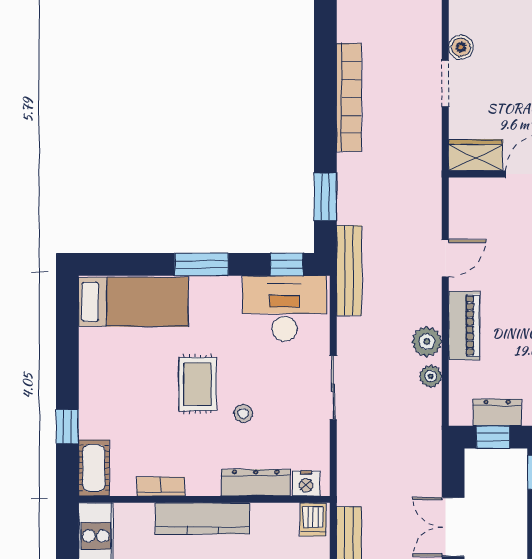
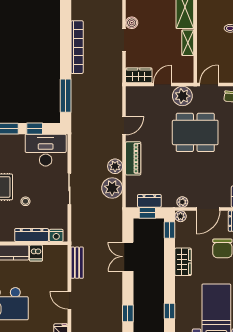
window: (325, 197) -> (66, 96), width x1.44
window: (287, 264) -> (35, 129), moved
bench: (349, 270) -> (77, 132), removed
plant: (431, 376) -> (112, 188), width x1.87, depth x1.87
dishwasher: (313, 519) -> (36, 253), moved

